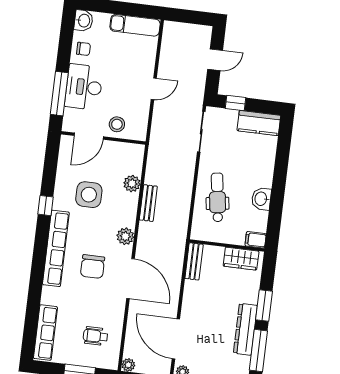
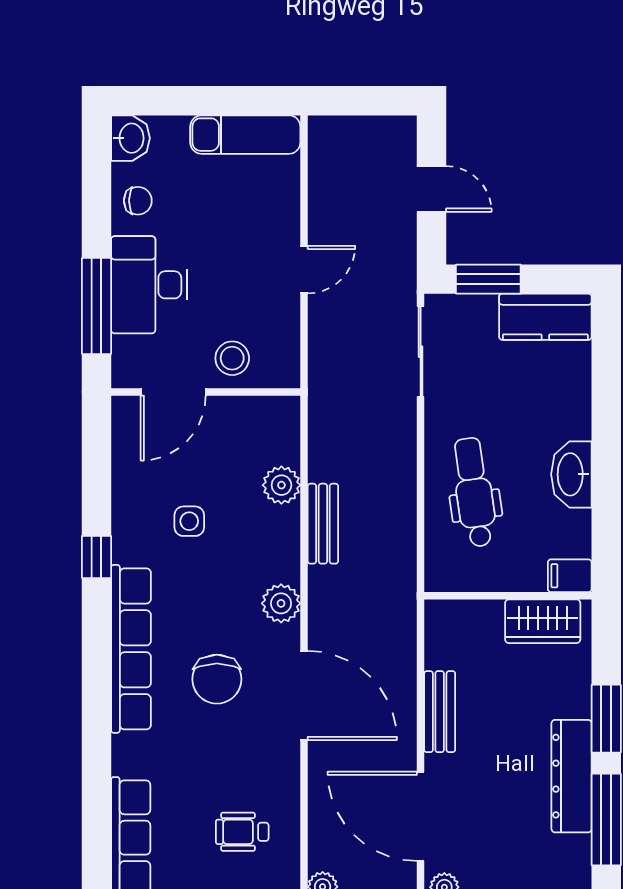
door: (215, 60) -> (431, 189), hinge flipped
window: (235, 103) -> (488, 279), width x1.50
side table: (89, 195) -> (189, 521), width x0.54, depth x0.54
washbasin: (261, 199) -> (571, 474), width x1.38
bench: (194, 261) -> (440, 712), moved

